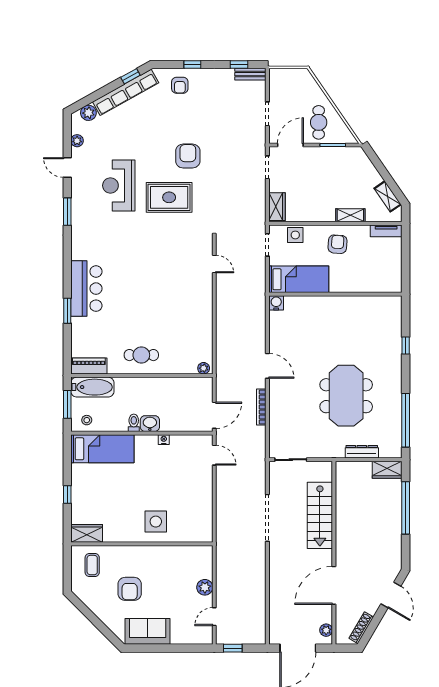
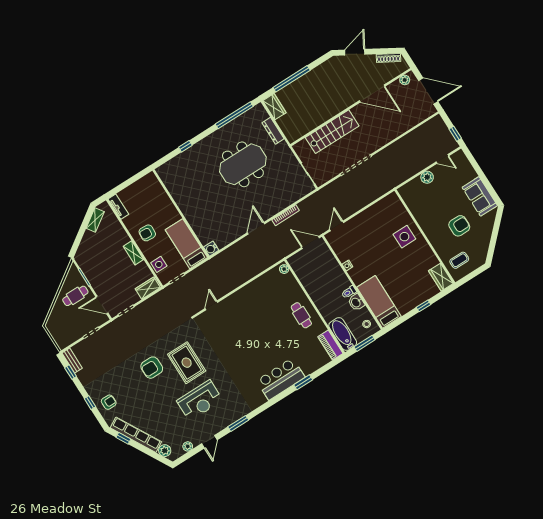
shelving: (350, 215) -> (133, 253), moved
washbasin: (150, 424) -> (356, 302), moved

